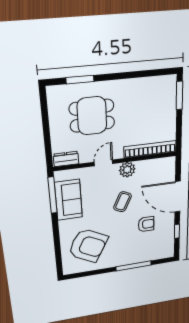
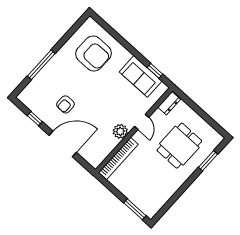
window: (53, 195) -> (155, 71), width x0.46
coffee table: (123, 202) -> (101, 106), removed
armchair: (88, 246) -> (94, 54), turned -118

